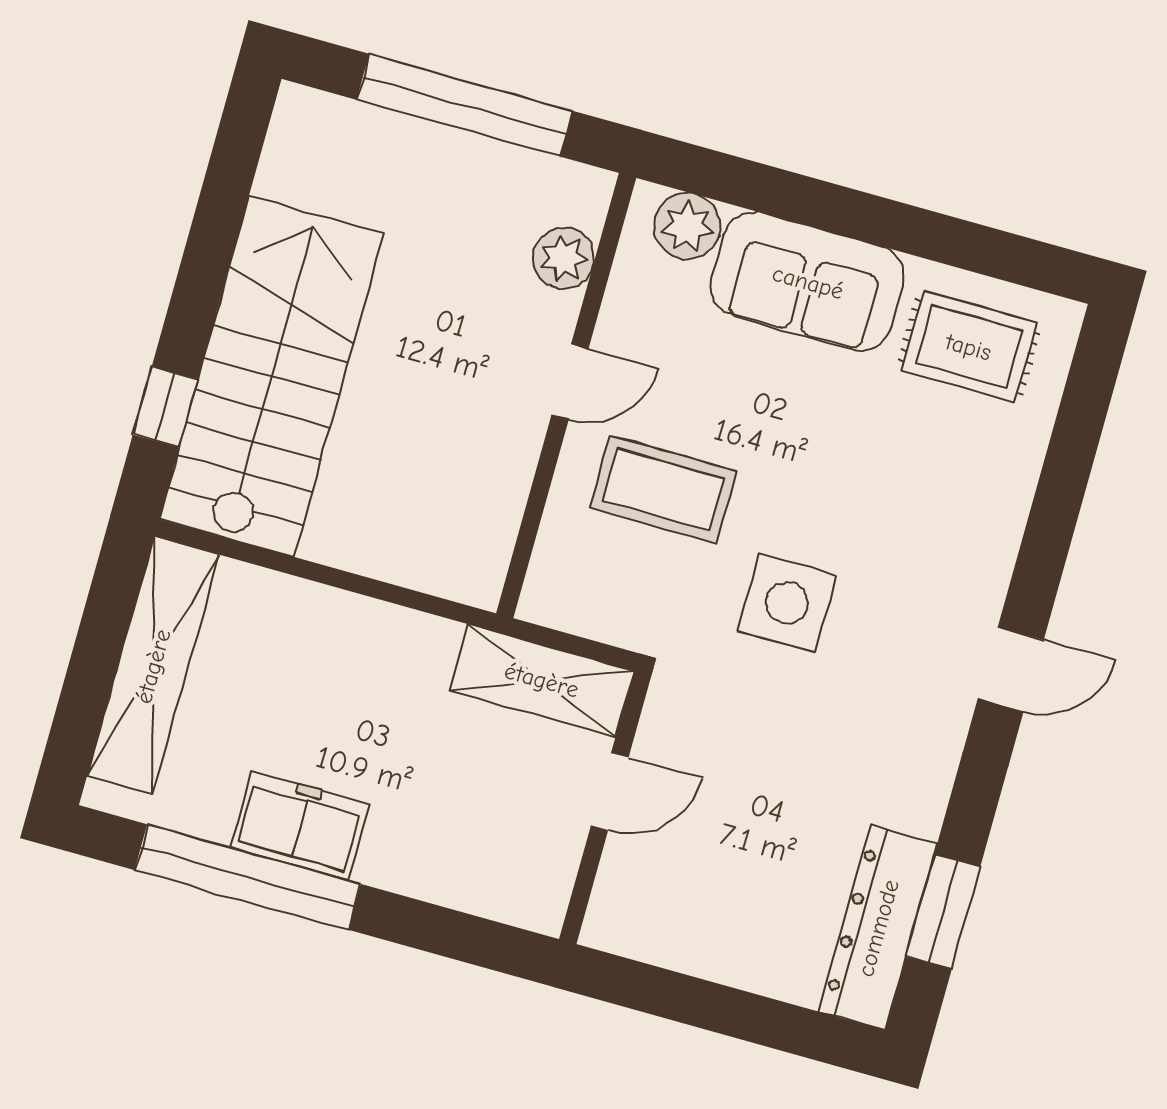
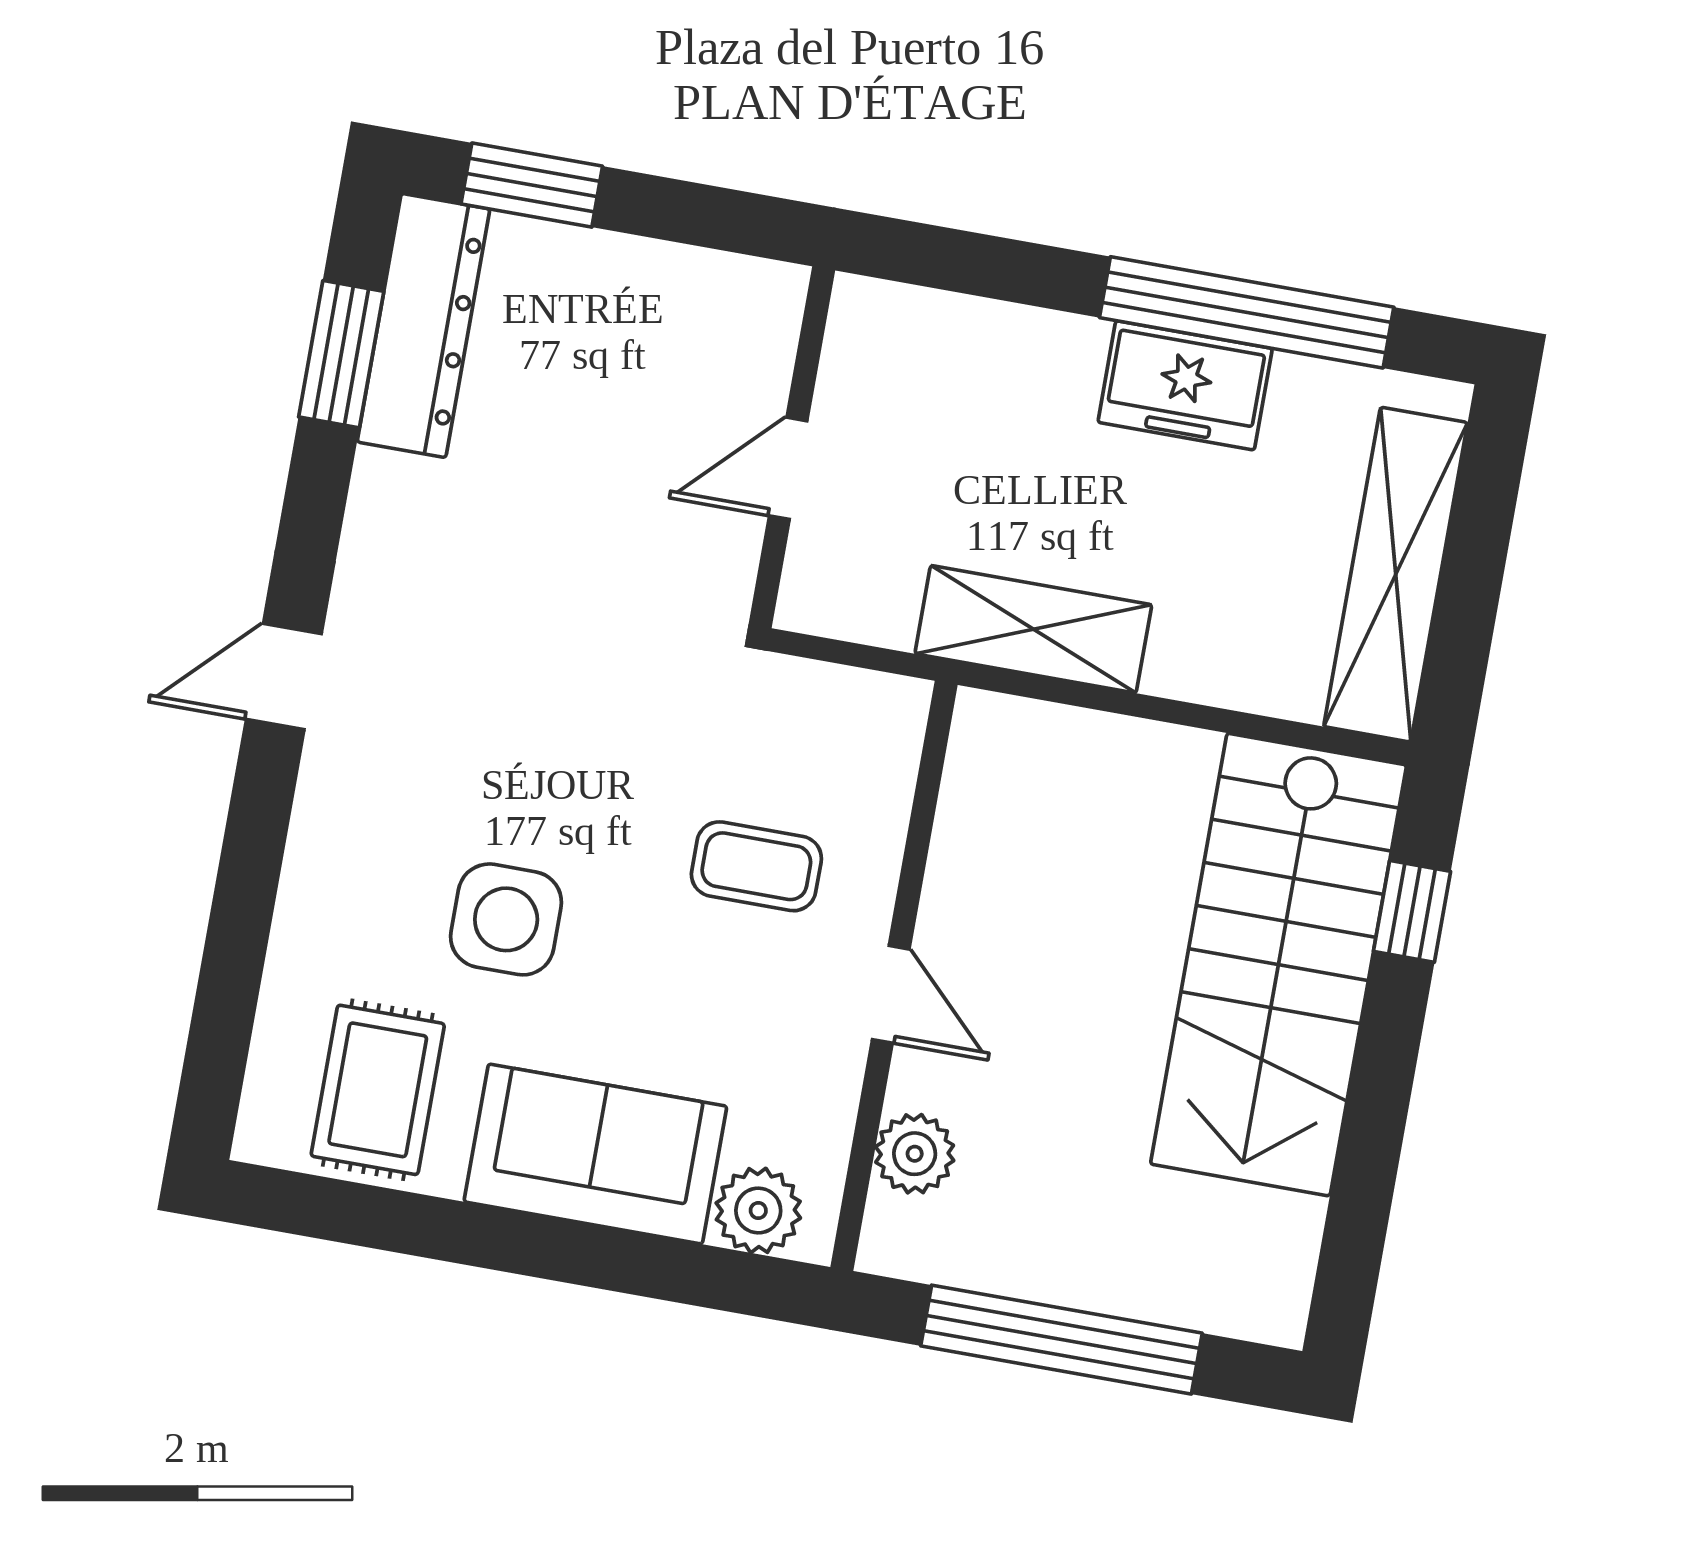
rug: (969, 347) -> (378, 1090), turned 90
door: (570, 382) -> (891, 994), swing flipped
coffee table: (663, 490) -> (756, 866), width x0.73, depth x0.77
side table: (787, 603) -> (506, 919), moved
shelving: (542, 680) -> (1033, 629), moved
window: (785, 1027) -> (532, 185), added

